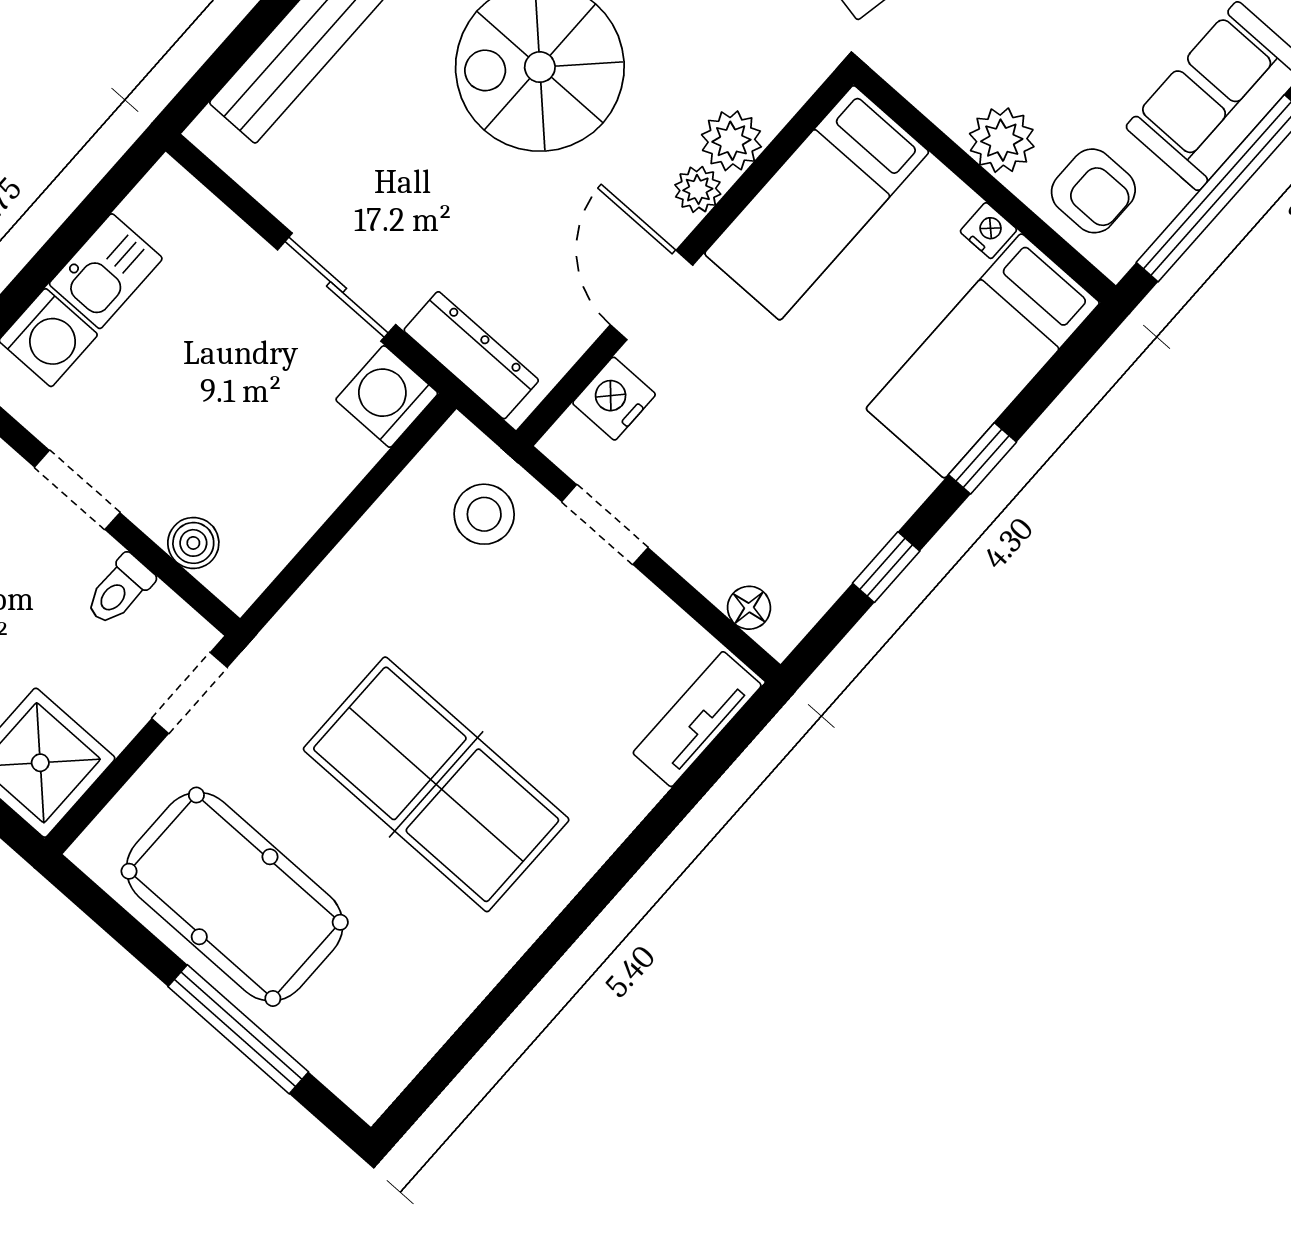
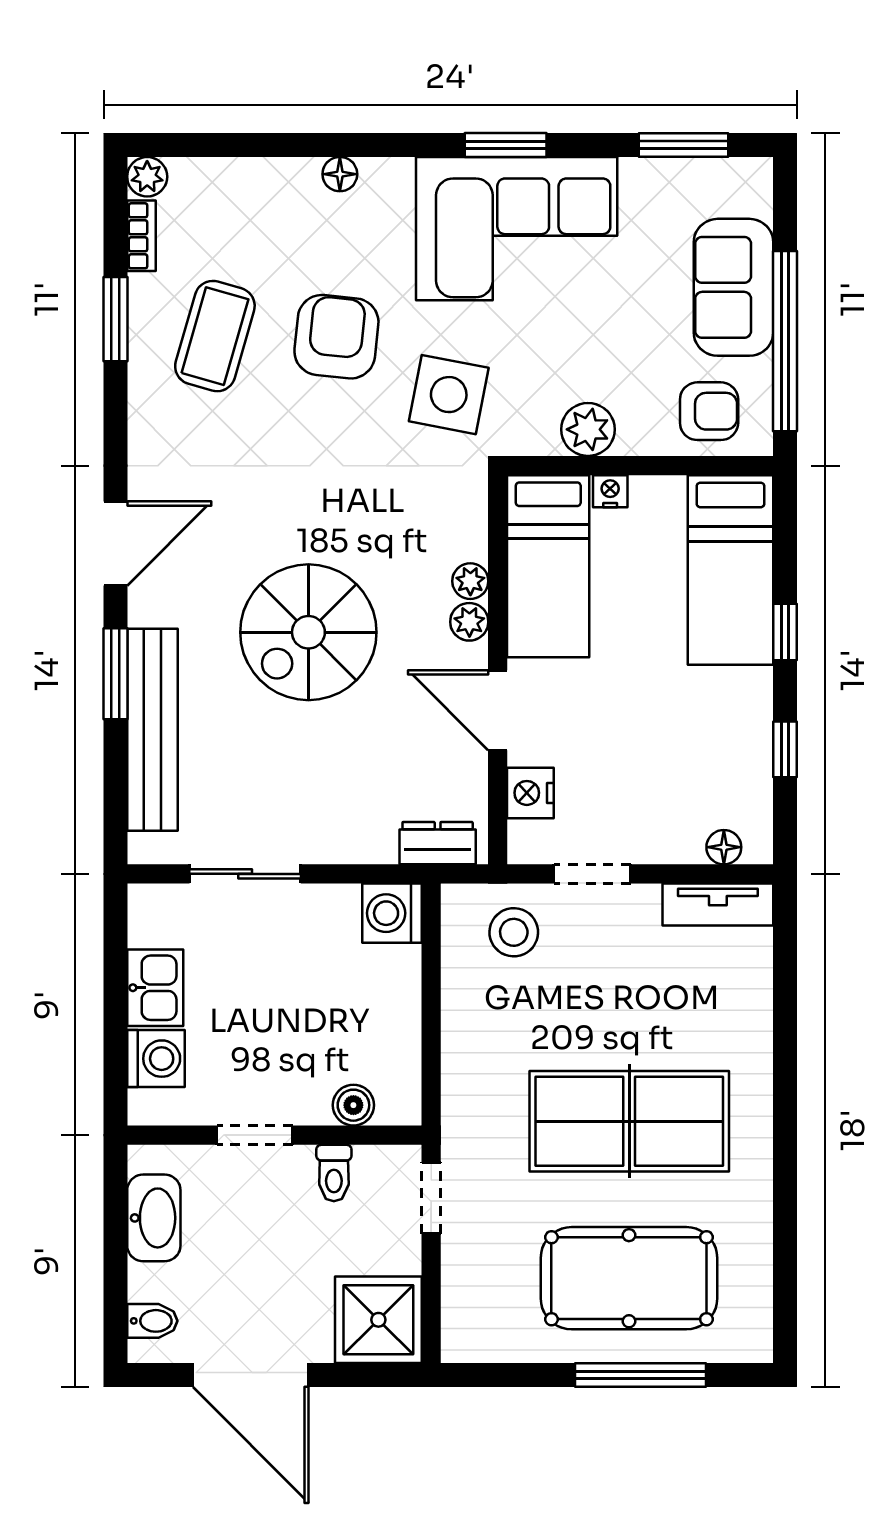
plant: (1002, 140) -> (588, 429), moved
plant: (731, 141) -> (470, 581), width x0.73, depth x0.73
nightstand: (988, 231) -> (610, 491), moved
sliding door: (337, 287) -> (245, 874), moved
dresser: (471, 355) -> (438, 843), width x0.70
tv unit: (697, 719) -> (718, 905), moved, turned -90
pool table: (235, 897) -> (629, 1278), moved

